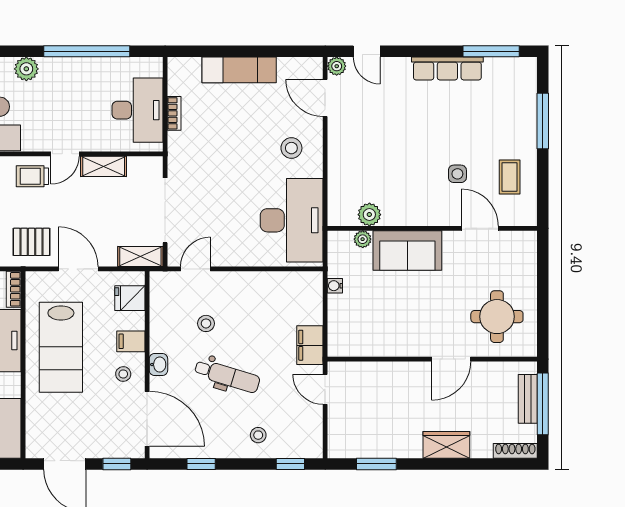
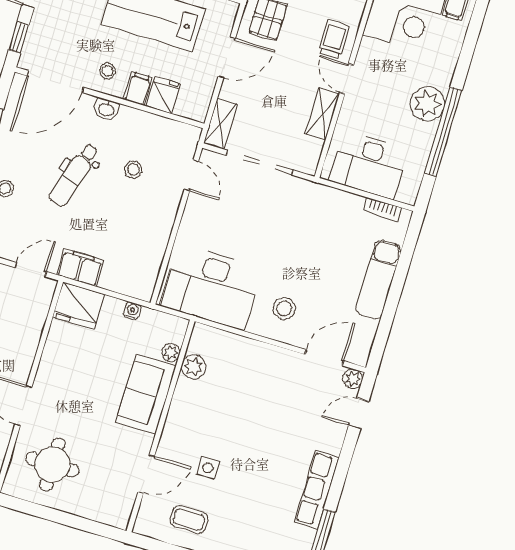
plant: (26, 69) -> (428, 104), moved, width x1.36, depth x1.36
bookcase: (174, 113) -> (382, 209), moved
fridge: (130, 298) -> (163, 95), moved
fridge: (345, 336) -> (79, 306), added

